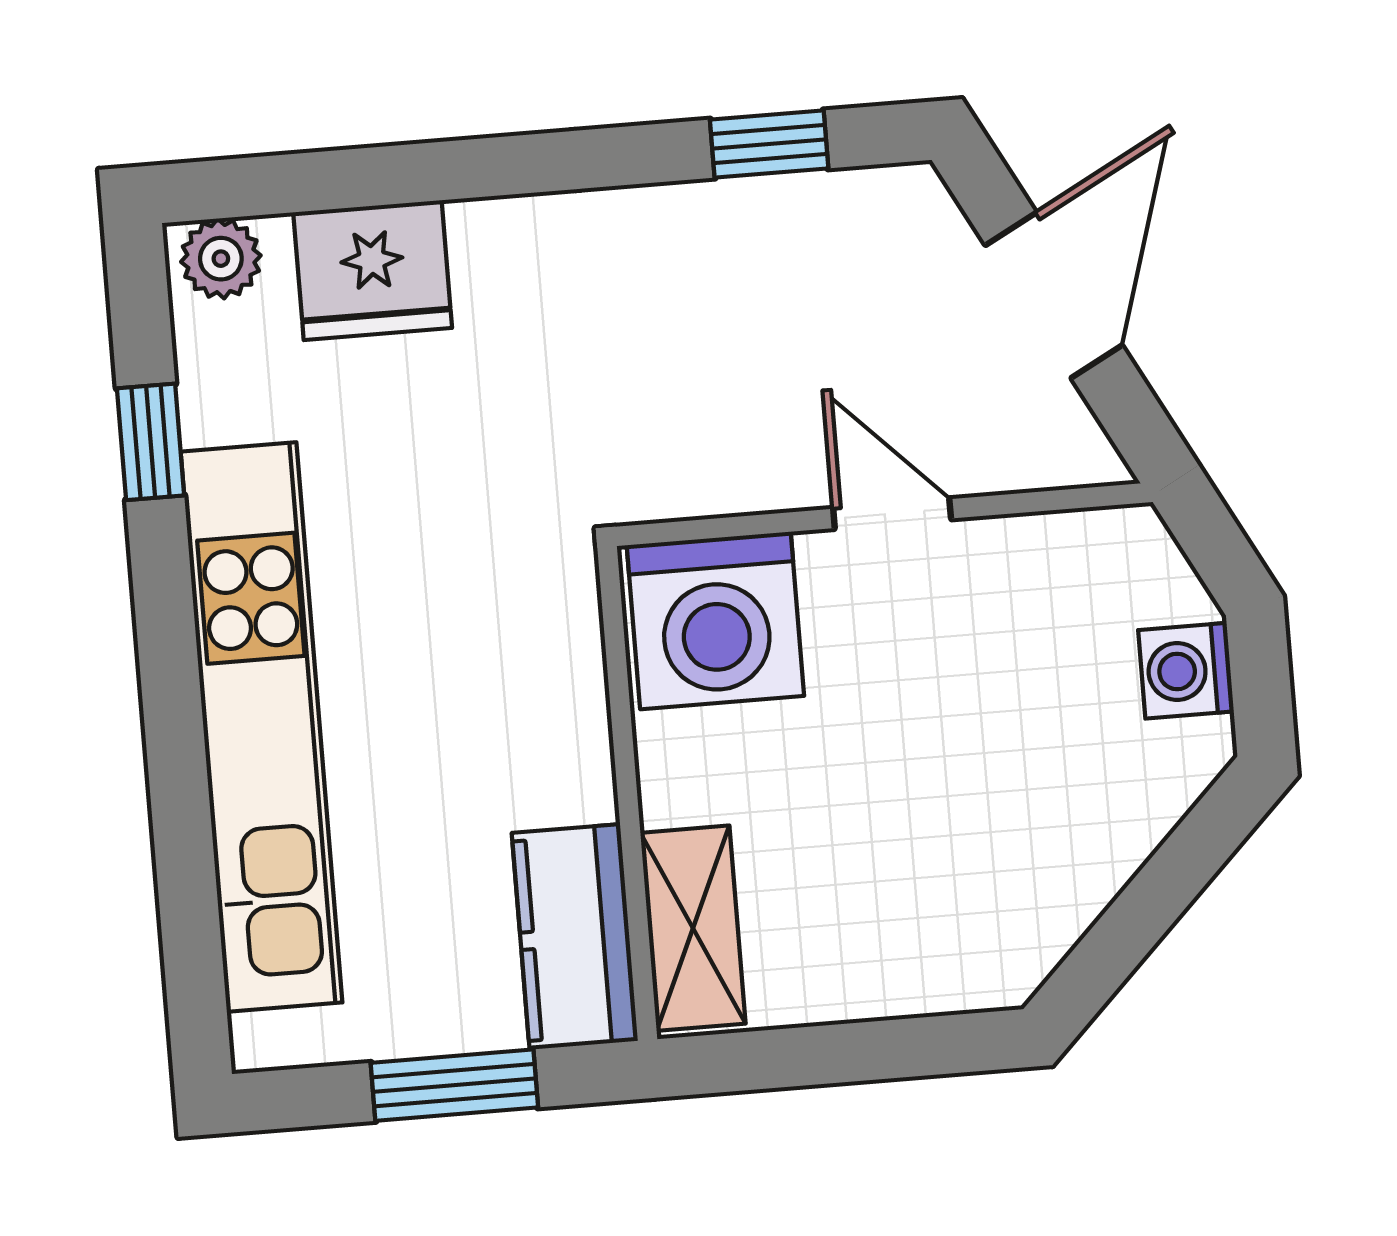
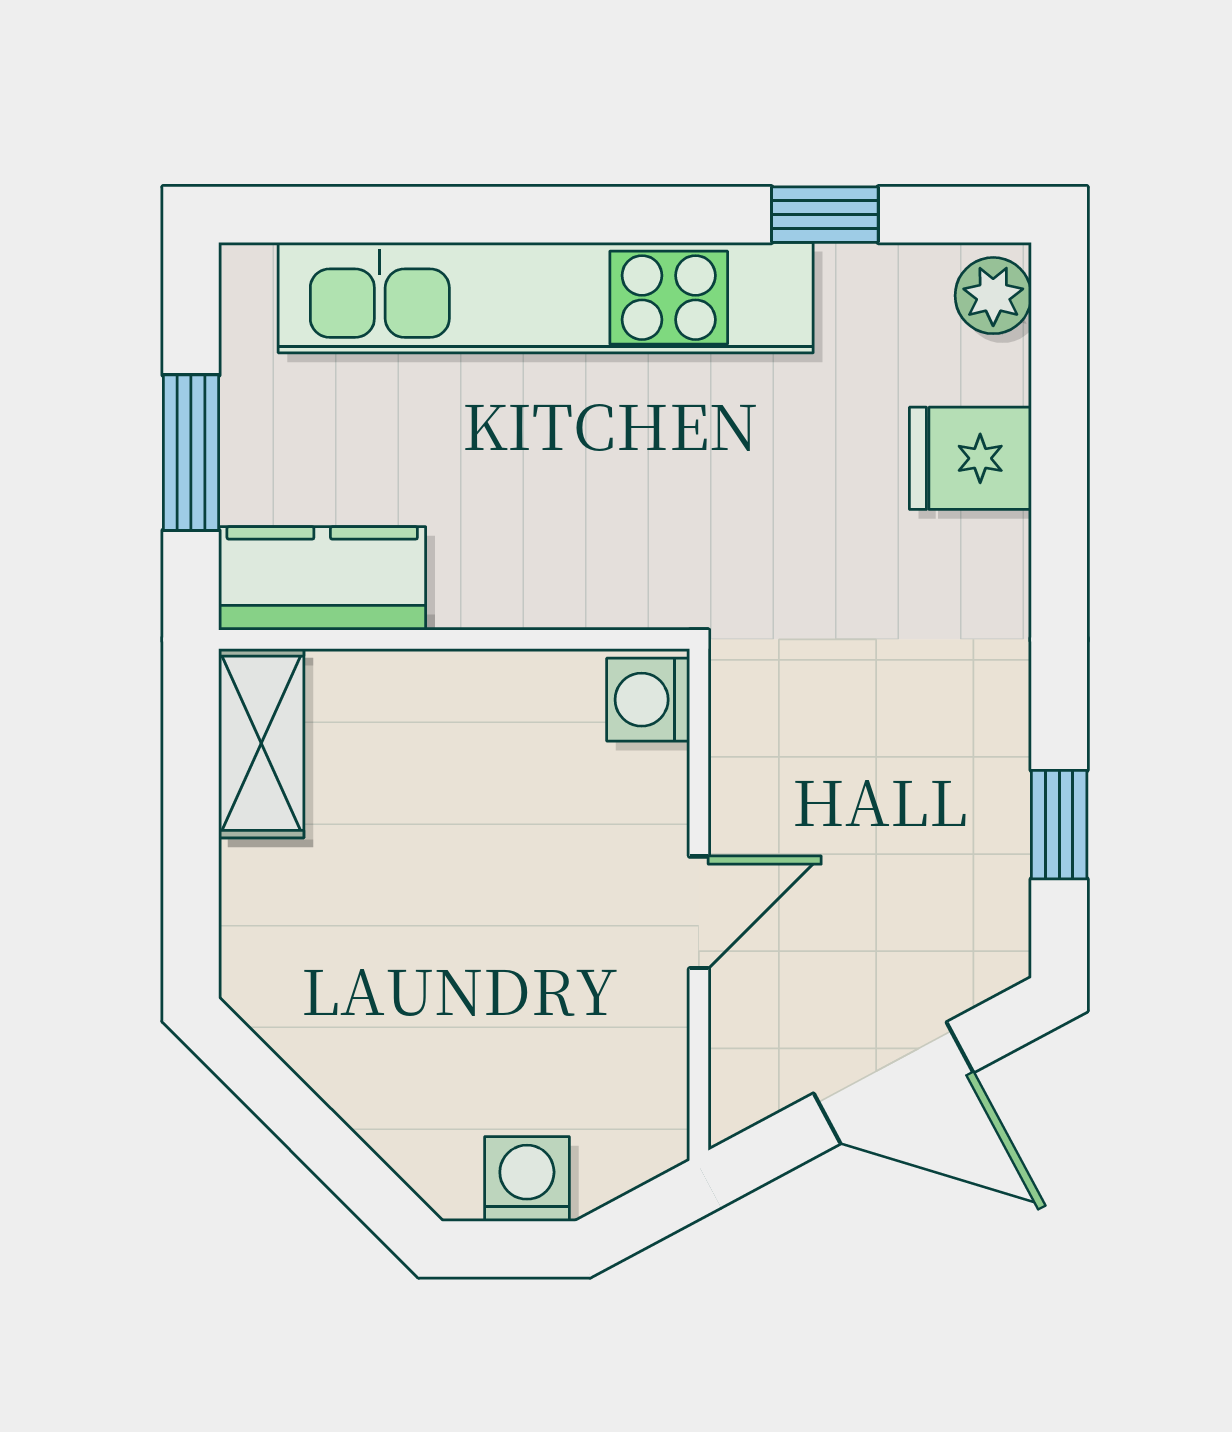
fridge: (373, 270) -> (970, 458), width x0.72
washing machine: (715, 620) -> (648, 700), width x0.53, depth x0.53
shelving: (693, 928) -> (261, 743), moved, turned 90

